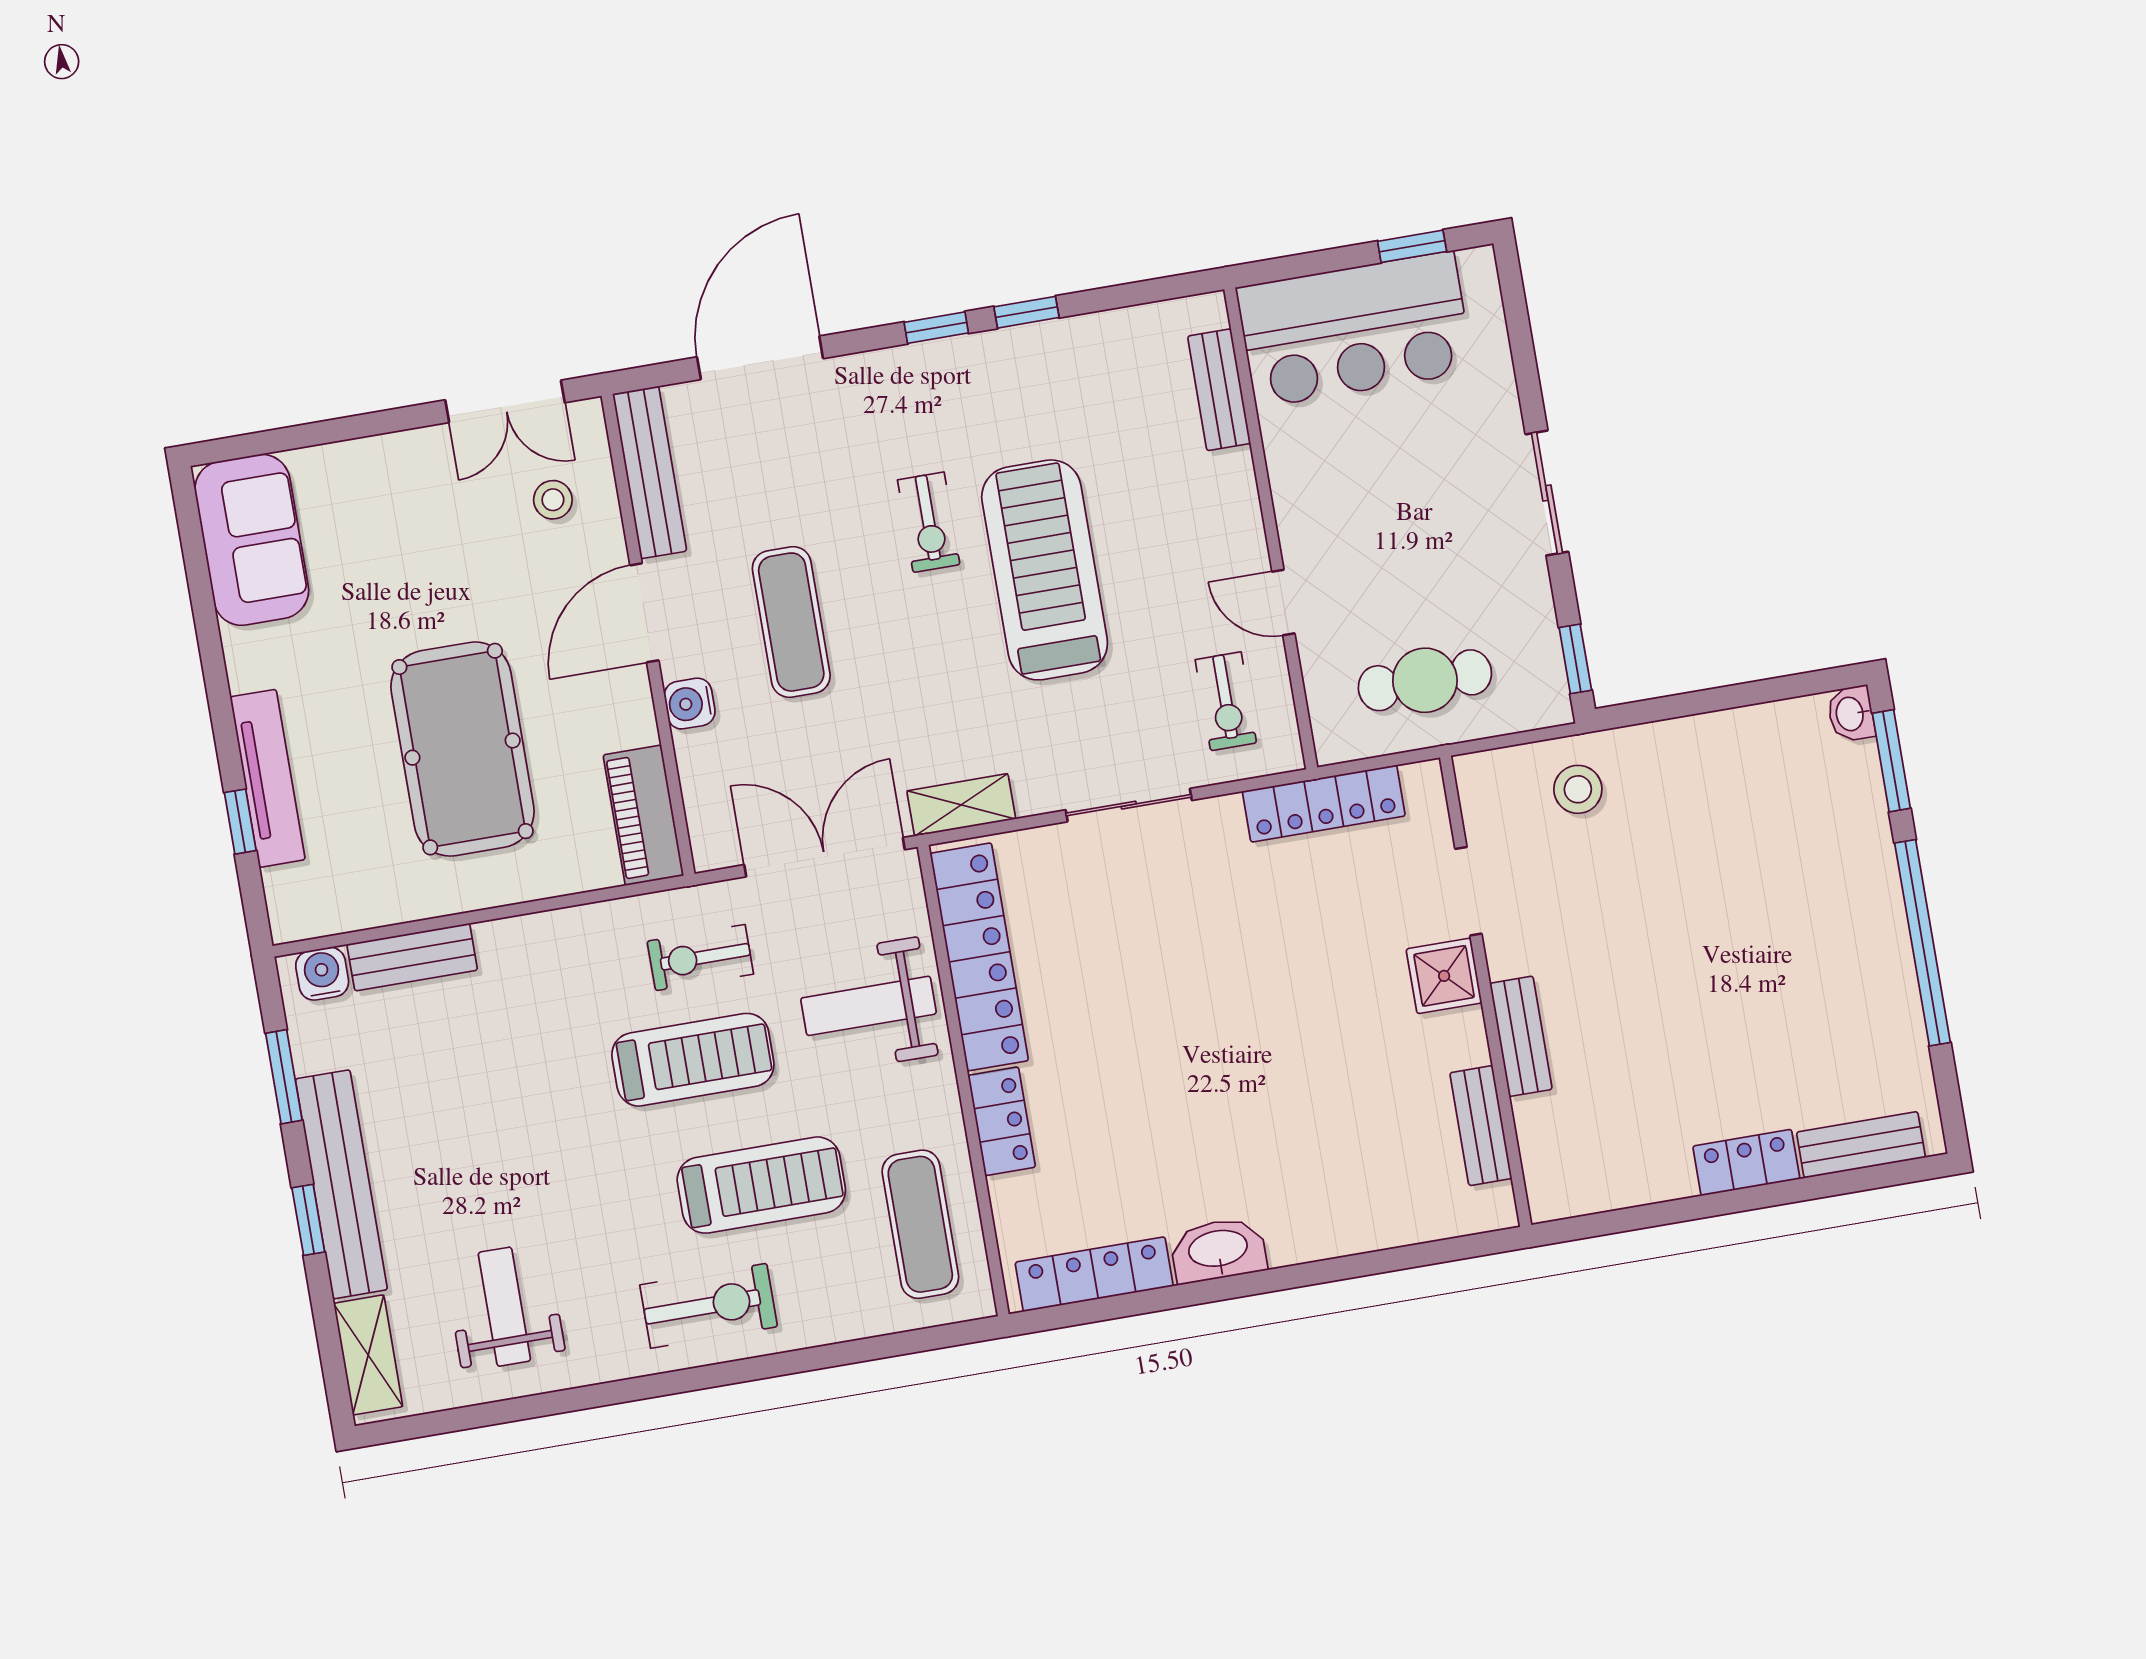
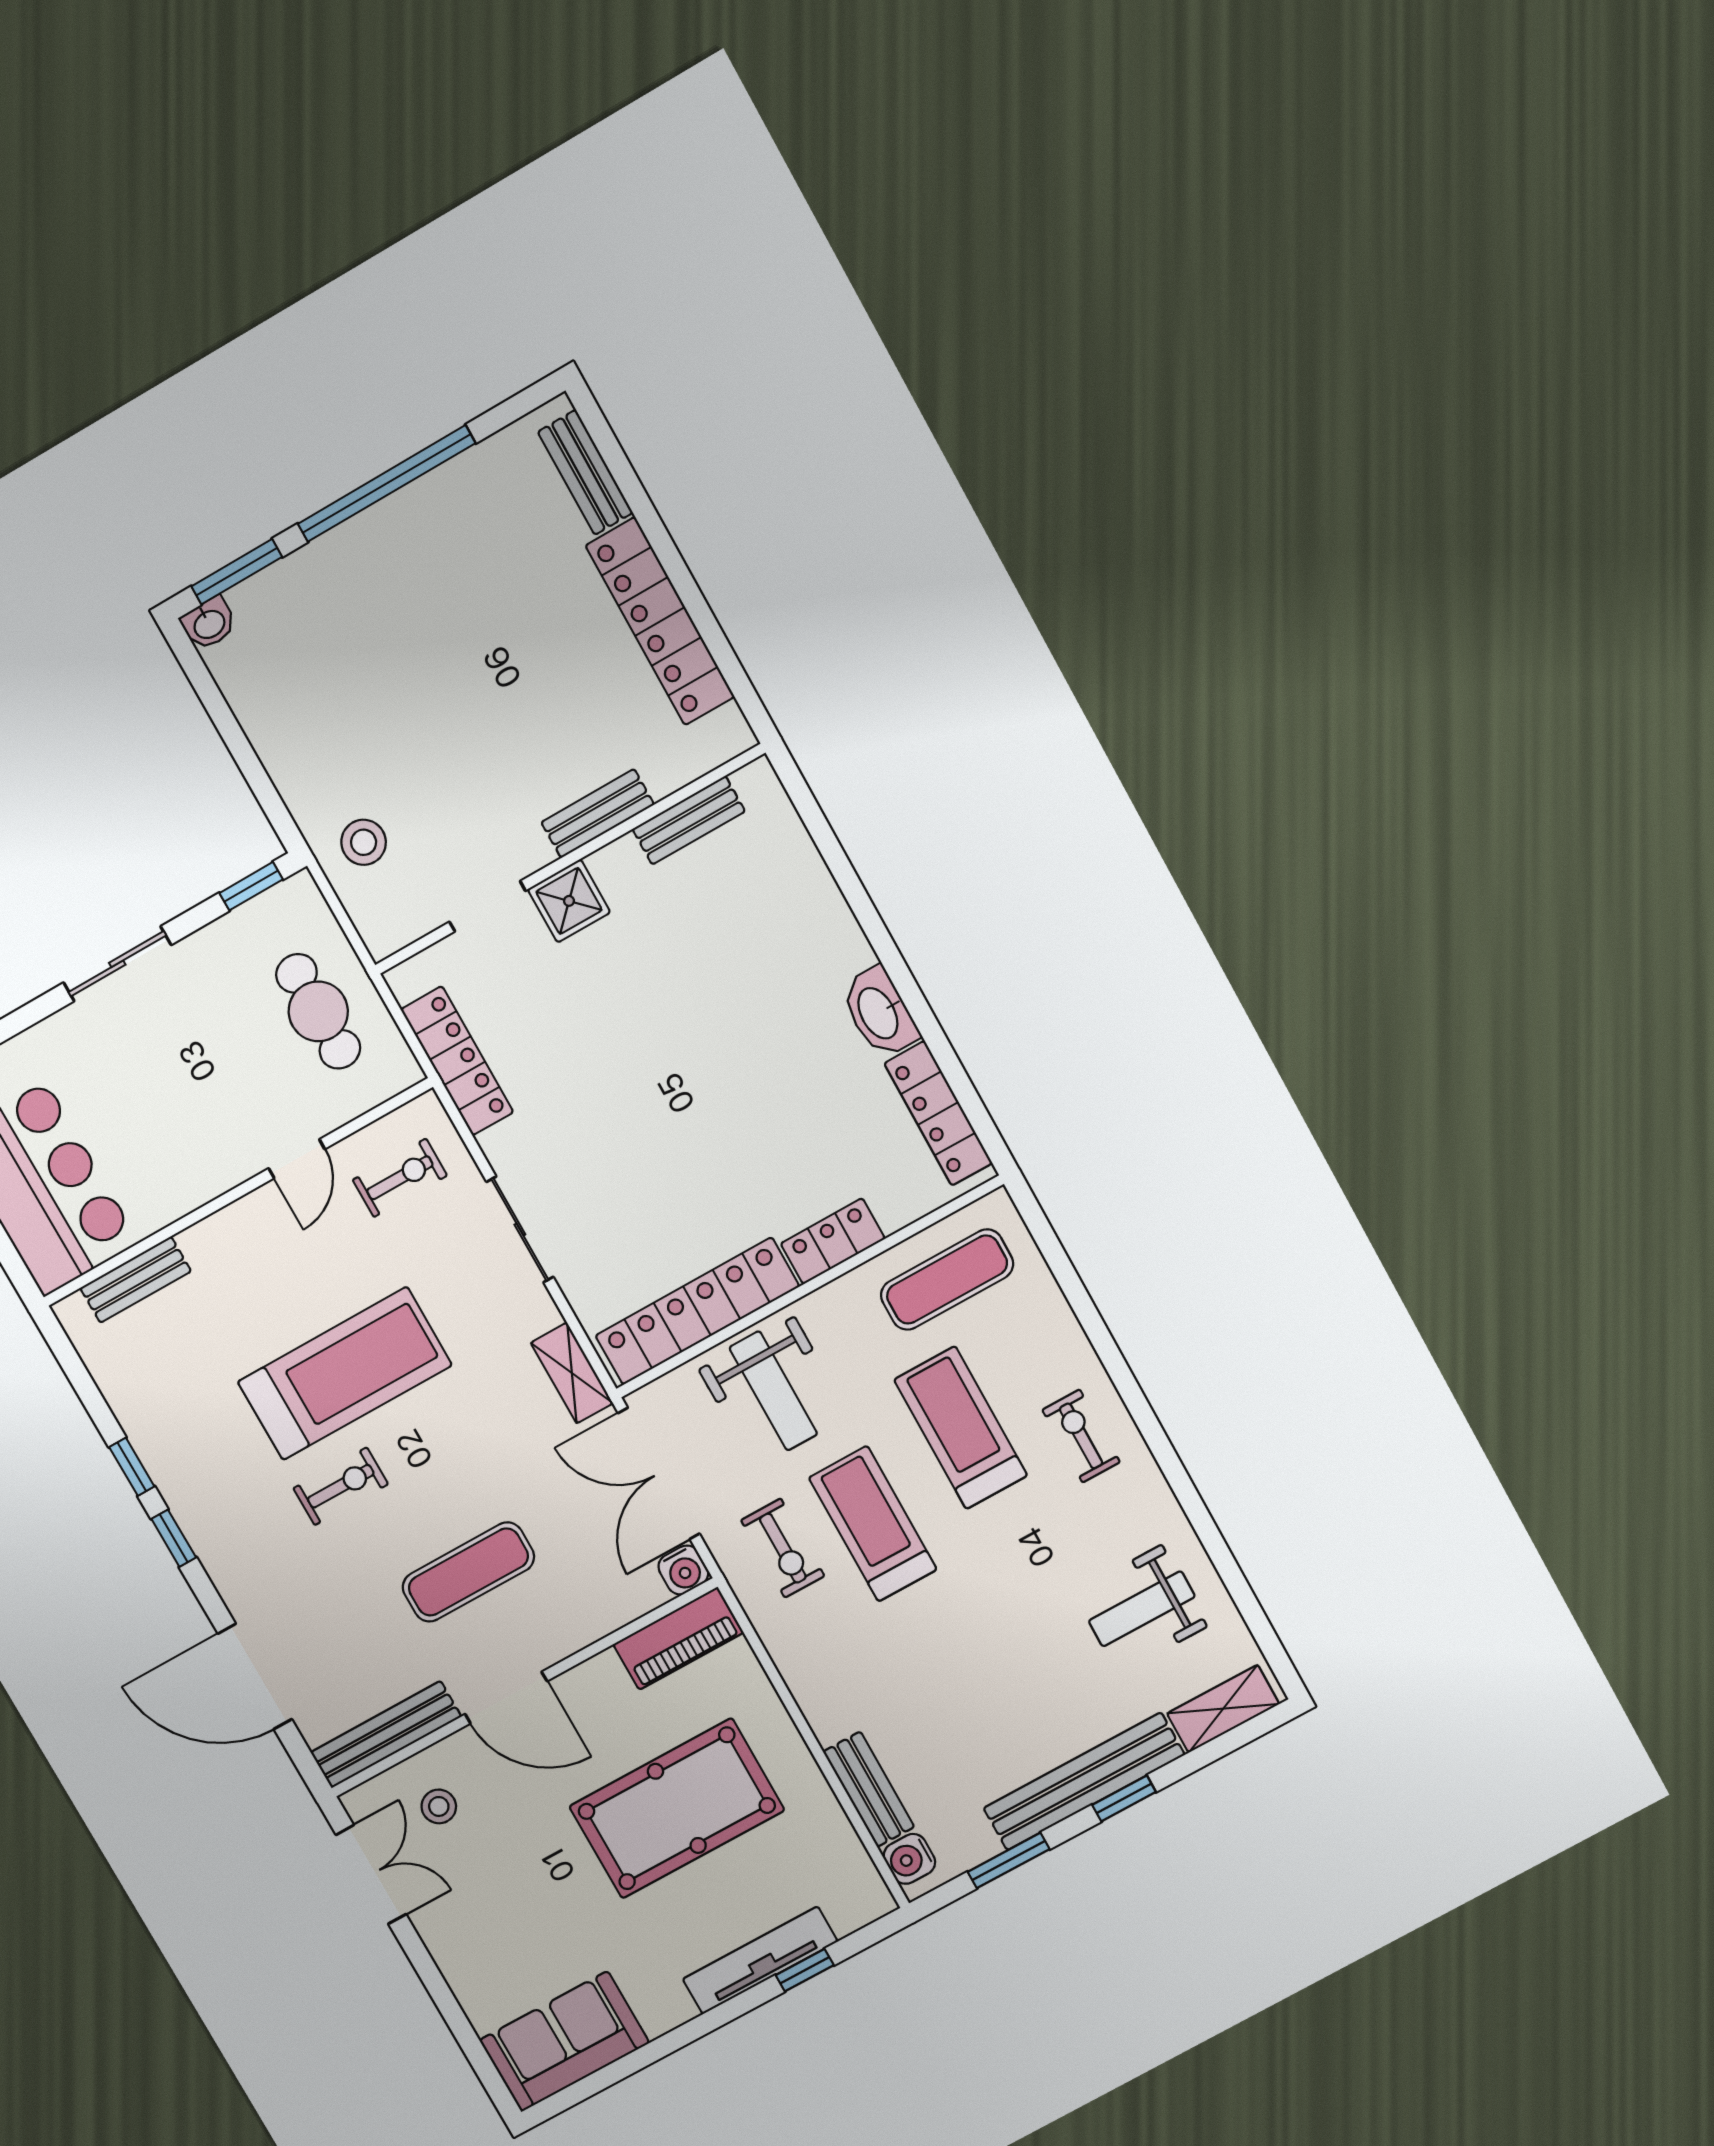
treadmill: (1045, 570) -> (345, 1374), turned 180
water cooler: (690, 704) -> (683, 1570), moved
locker: (1746, 1163) -> (660, 621), width x2.16, depth x1.21
exercise bike: (709, 1306) -> (1081, 1436), width x0.73, depth x0.72

